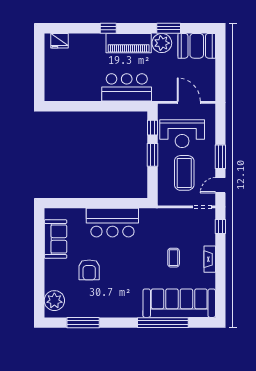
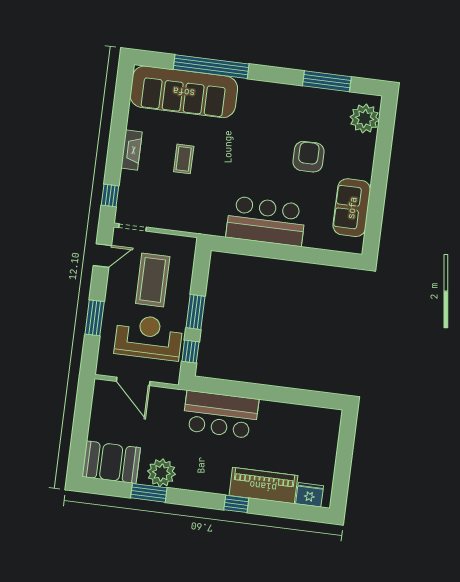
piano: (129, 43) -> (263, 486), moved
window: (220, 157) -> (95, 318), moved

